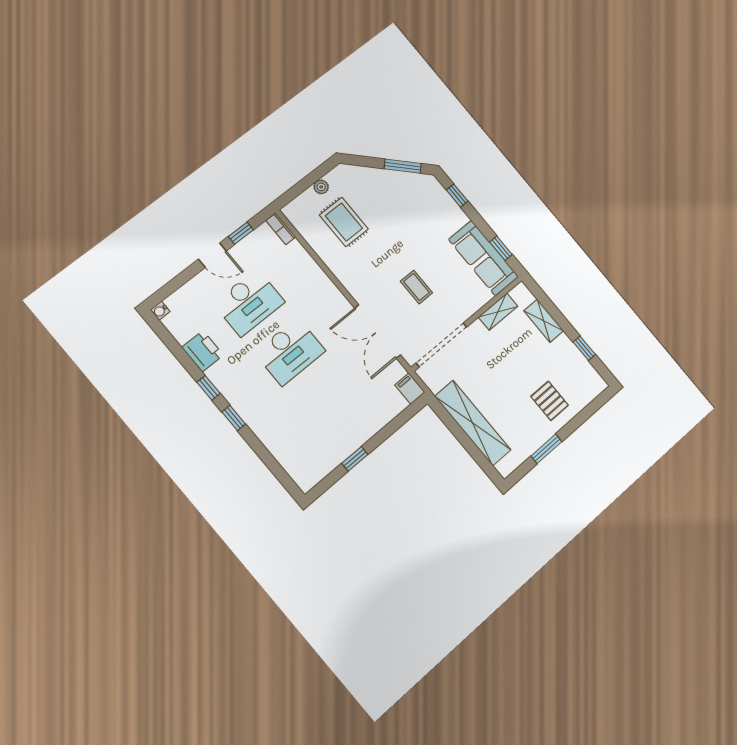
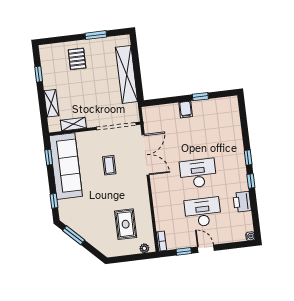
plant: (321, 187) -> (144, 248), moved
sofa: (483, 258) -> (66, 166), width x1.36, depth x1.27
filing cabinet: (410, 389) -> (186, 109), moved

